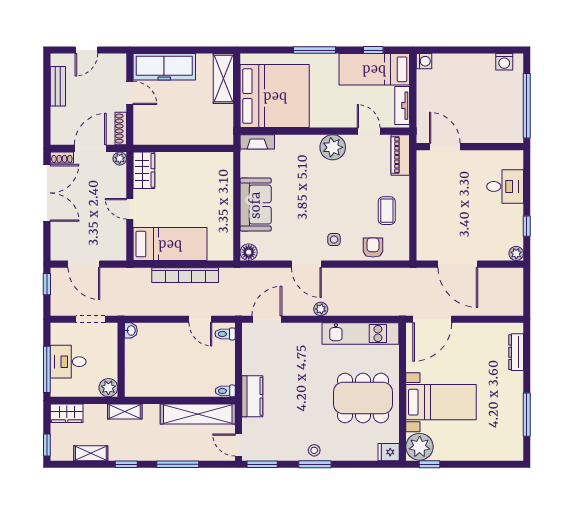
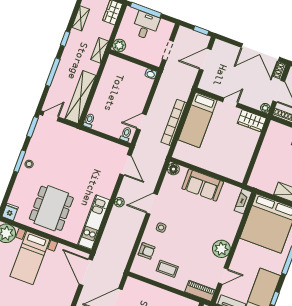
kitchen counter: (252, 396) -> (79, 137), removed

